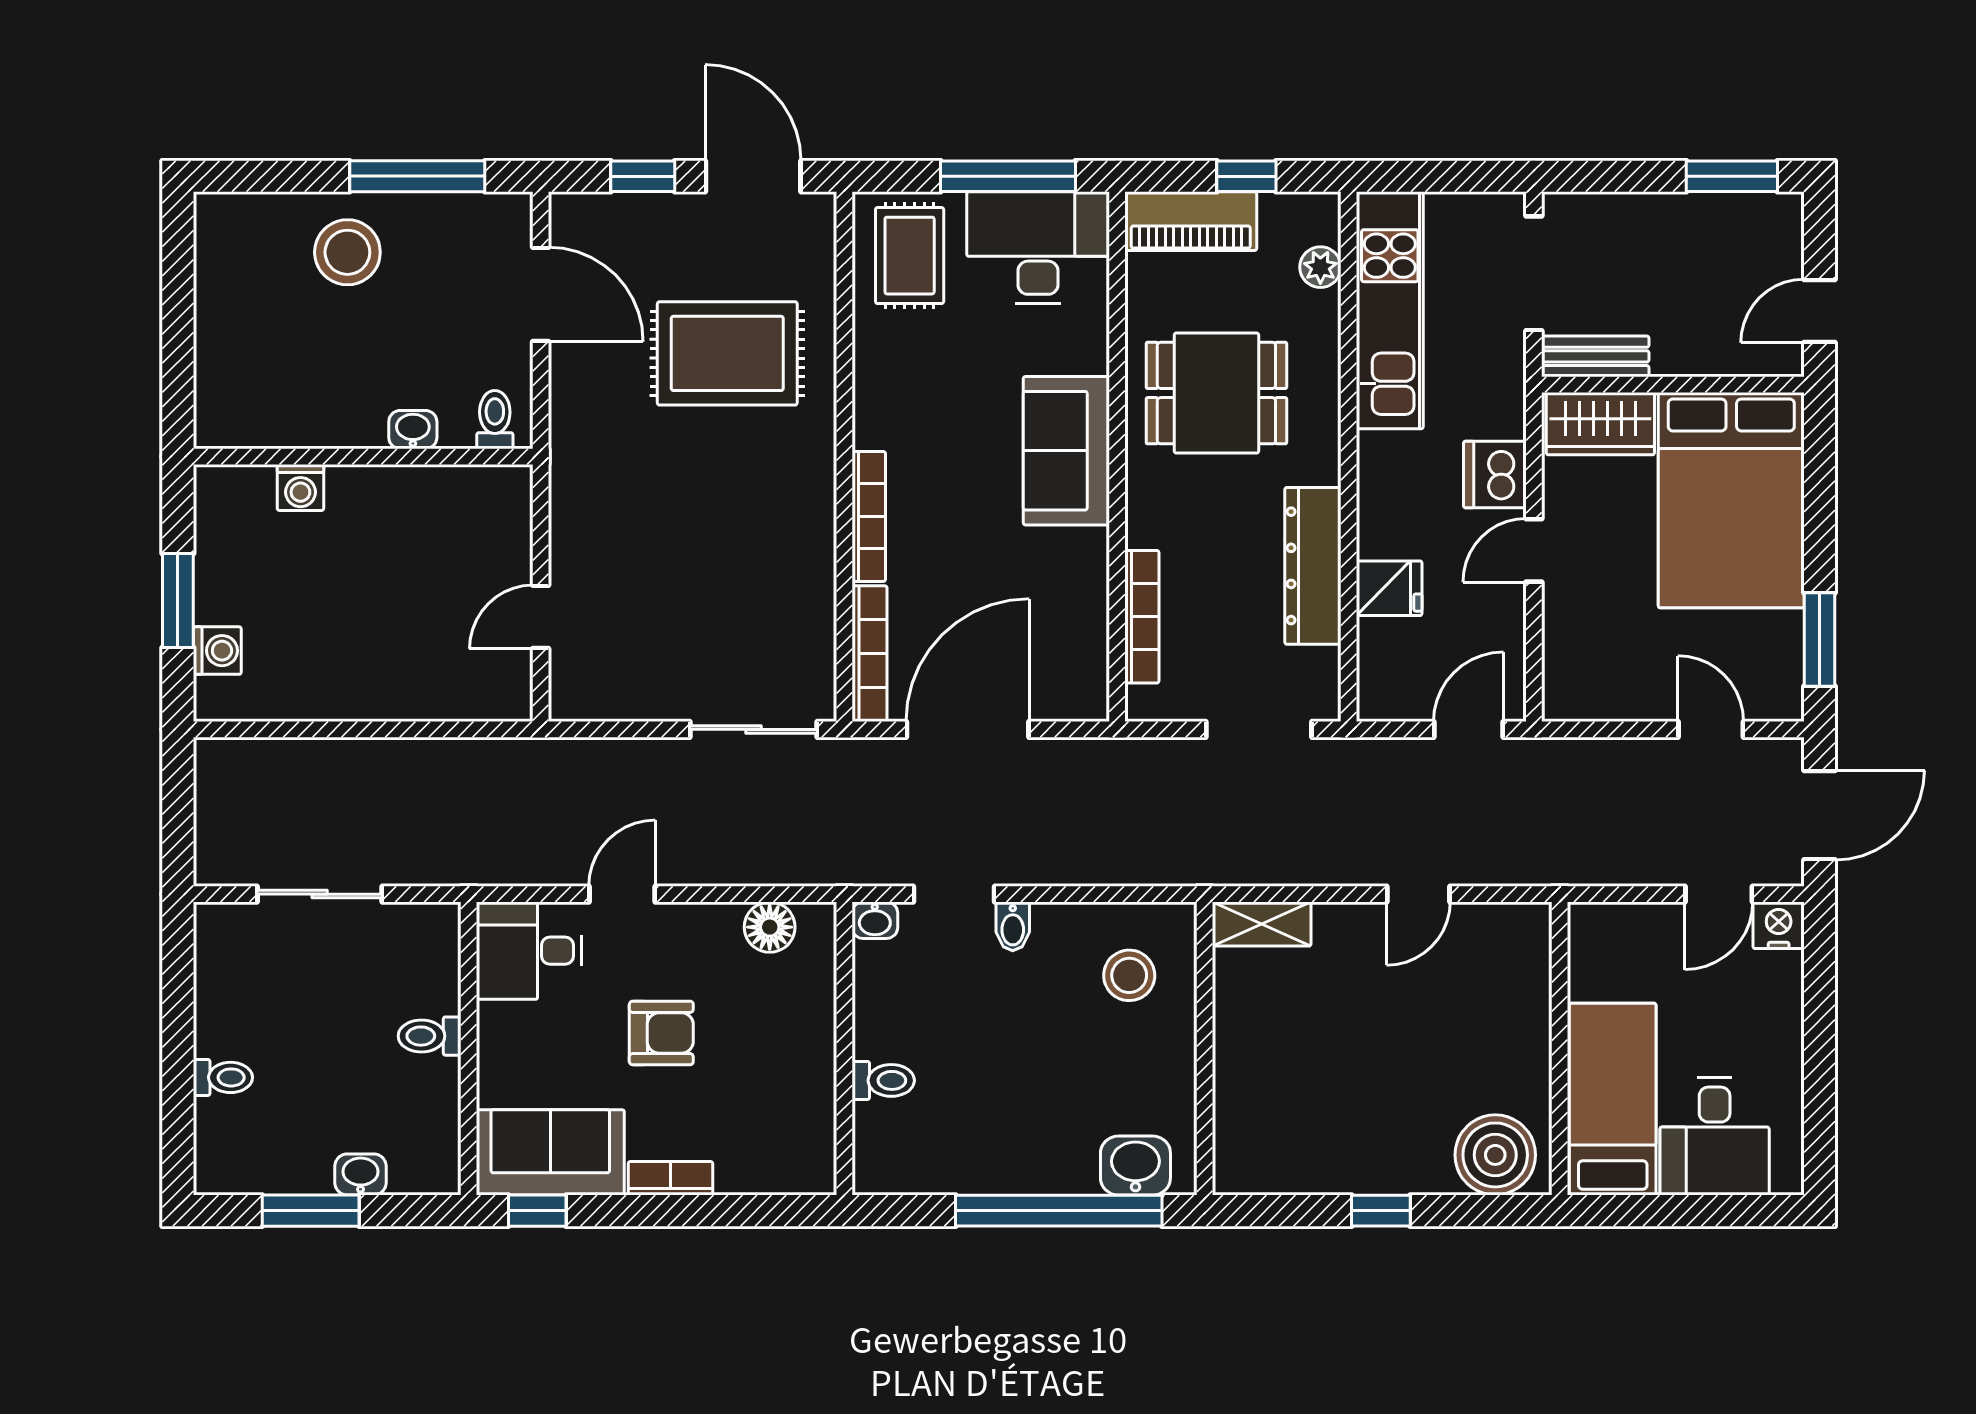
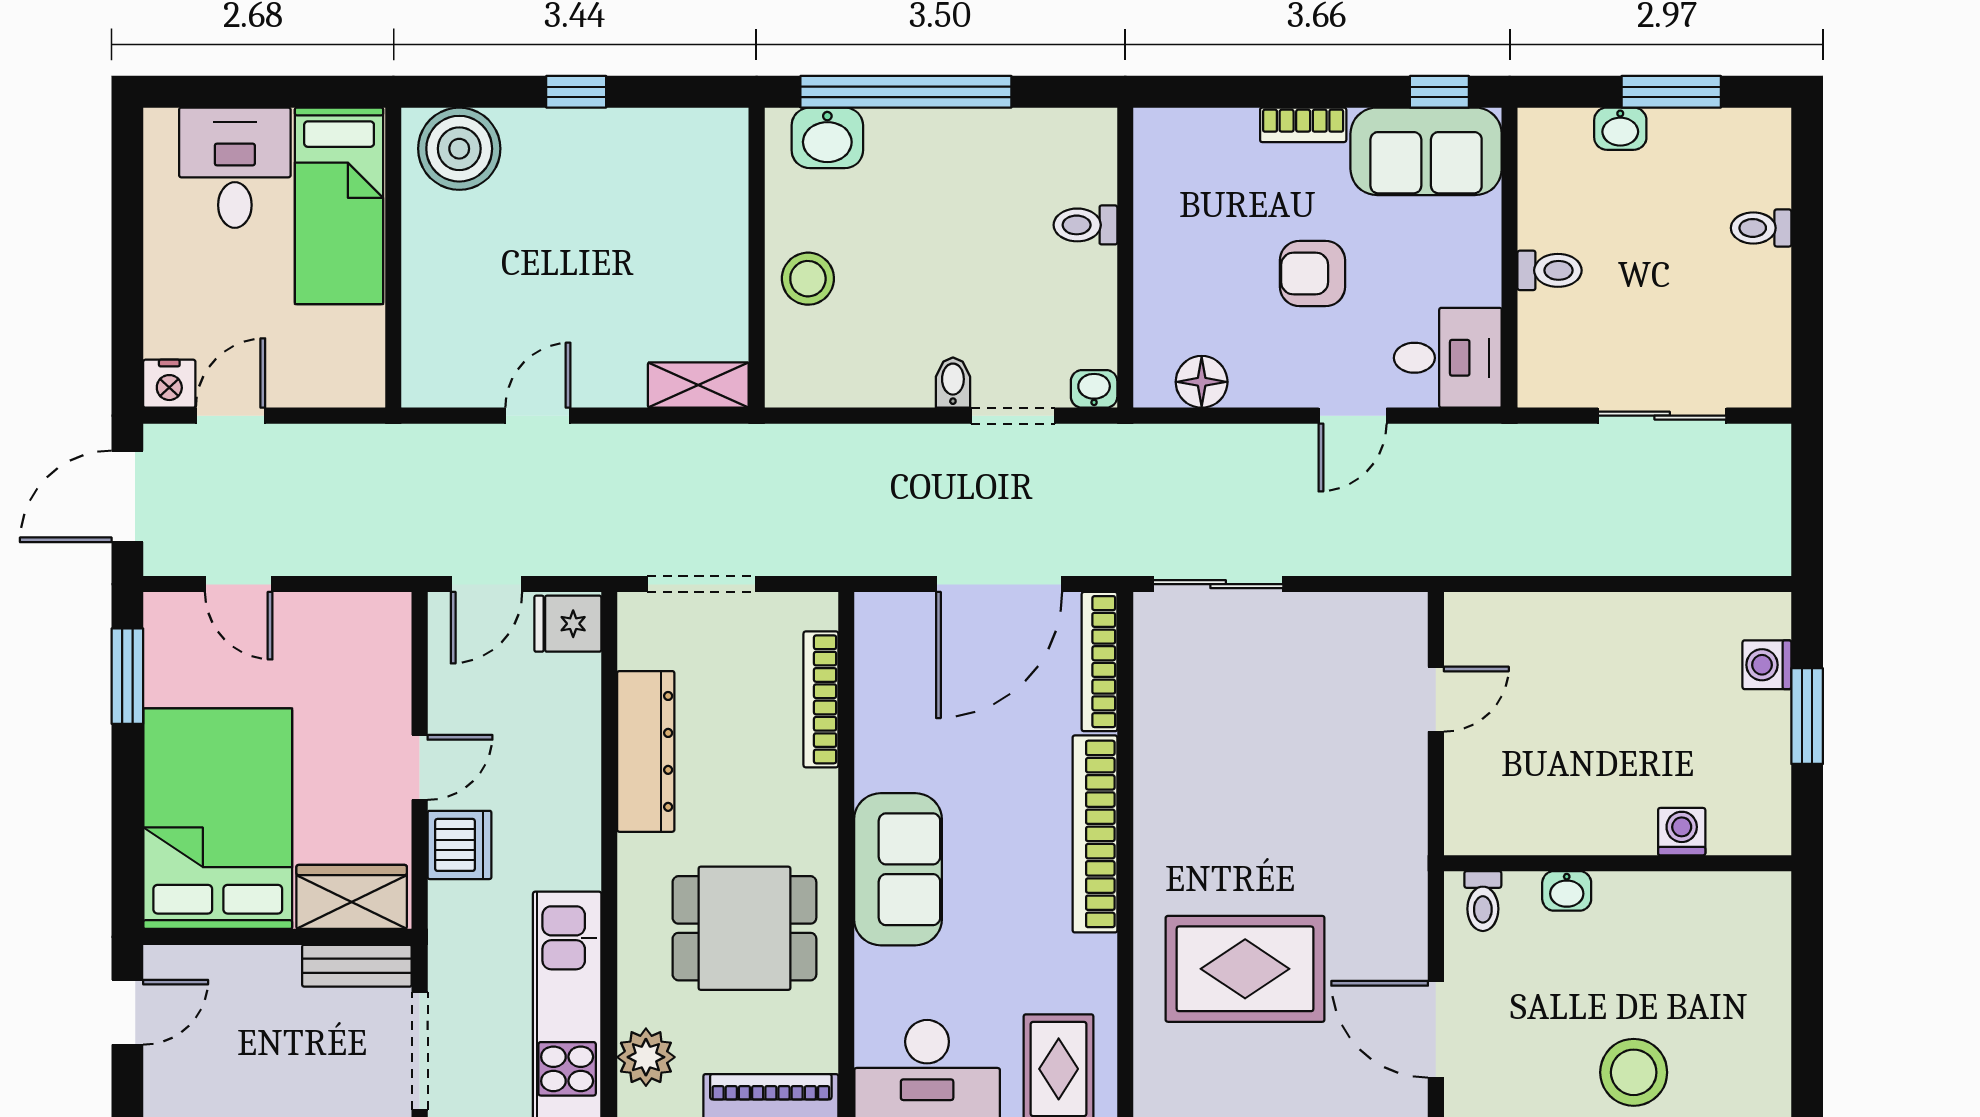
plant: (1320, 267) -> (646, 1057), width x1.38, depth x1.38
bookcase: (869, 516) -> (1095, 834), width x1.48, depth x1.31
fridge: (1389, 588) -> (568, 624), moved
stool: (1129, 975) -> (808, 279), moved

